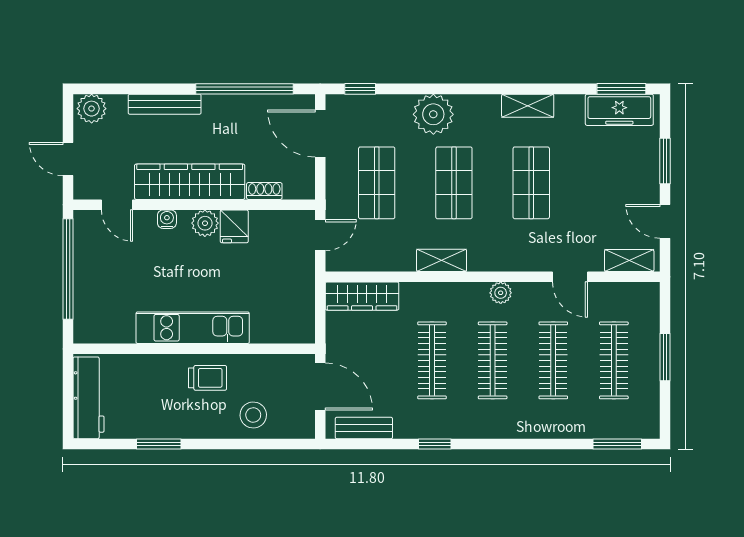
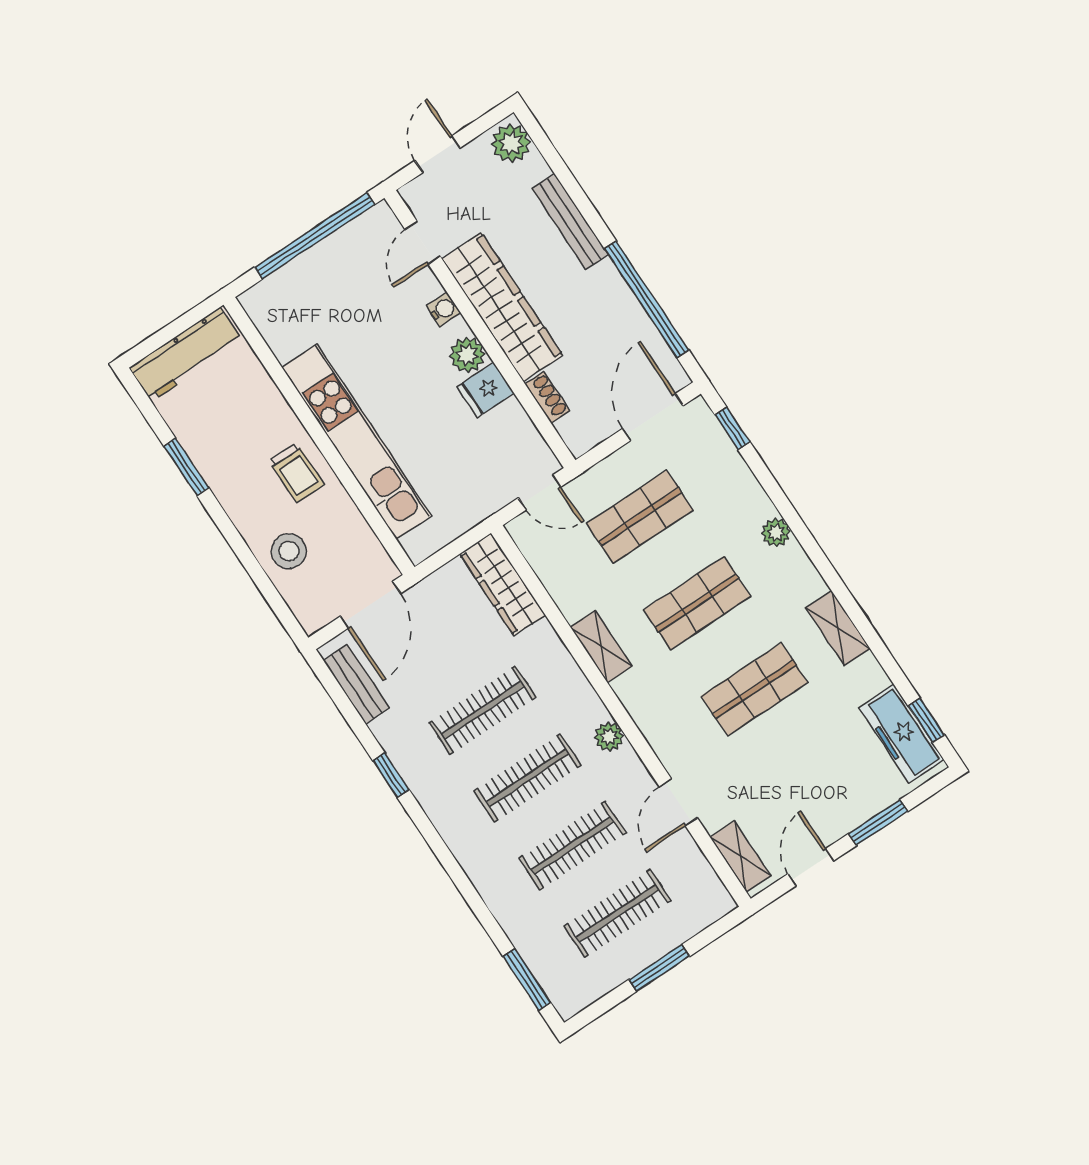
window: (621, 89) -> (926, 720), width x0.67
plant: (433, 114) -> (776, 533), width x0.53, depth x0.53
kitchen unit: (193, 328) -> (357, 442), width x1.36

